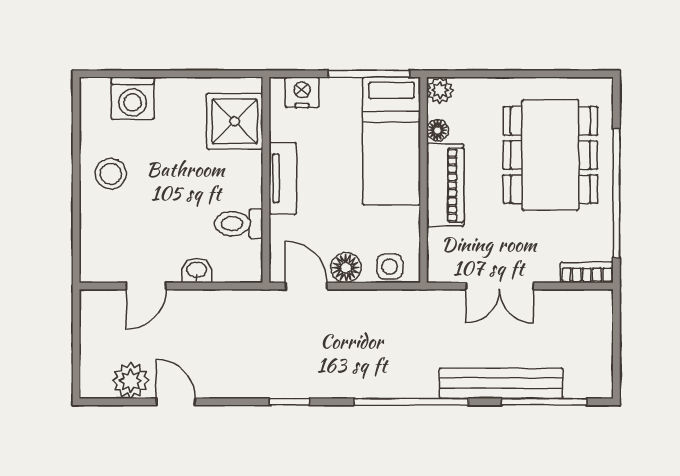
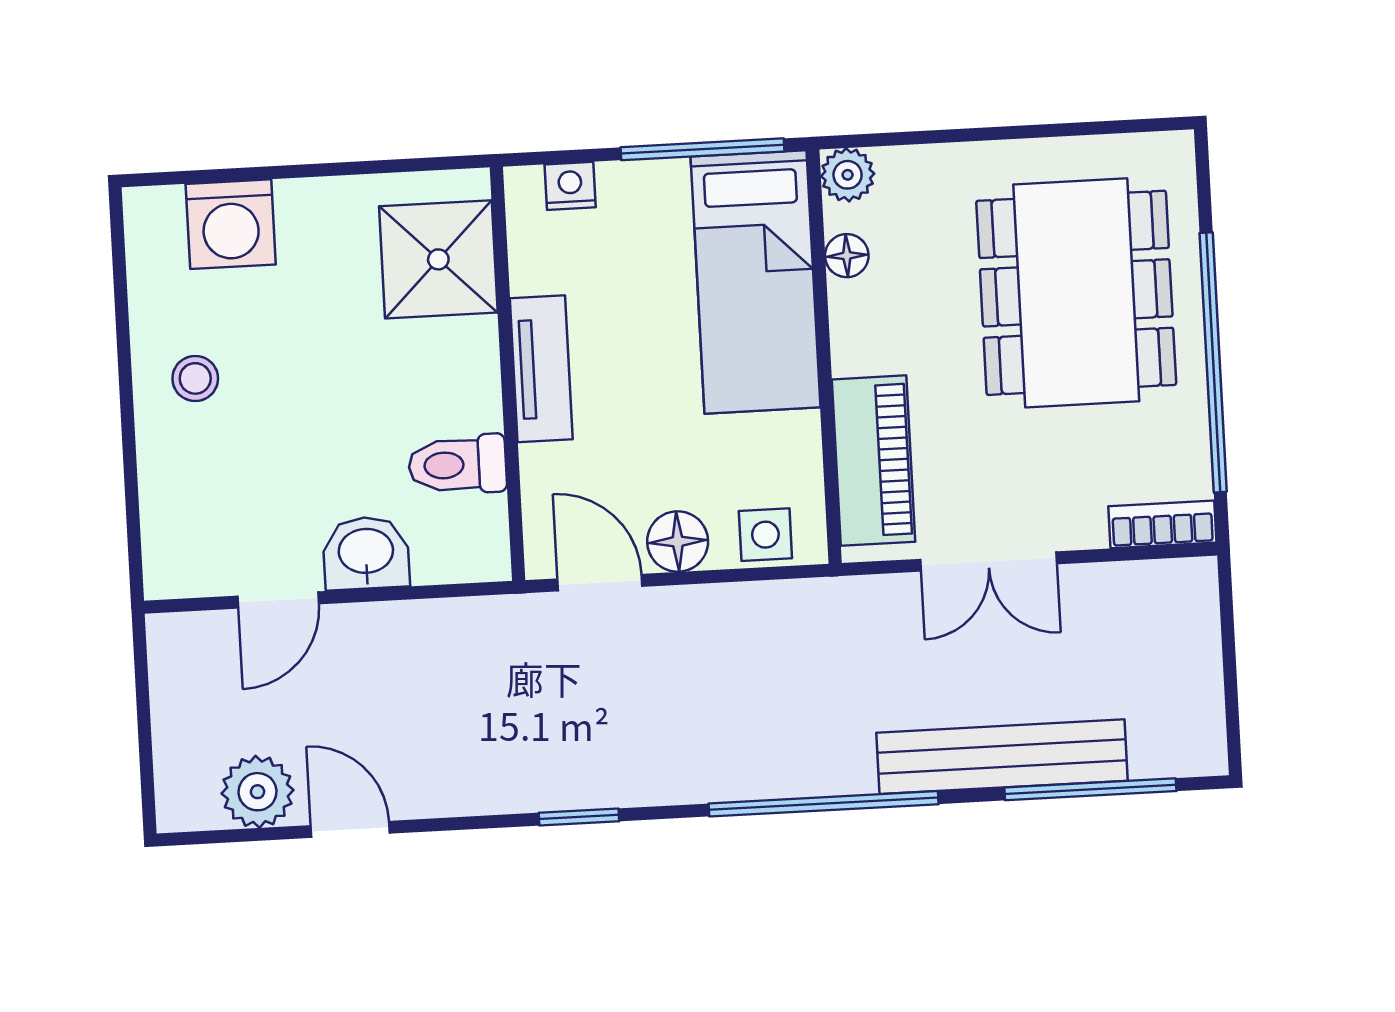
nightstand: (302, 92) -> (570, 186), width x0.72, depth x0.74
stool: (111, 174) -> (195, 378), width x0.73, depth x0.73
piano: (445, 185) -> (874, 461), moved
washbasin: (197, 270) -> (366, 553), width x1.38, depth x1.45

